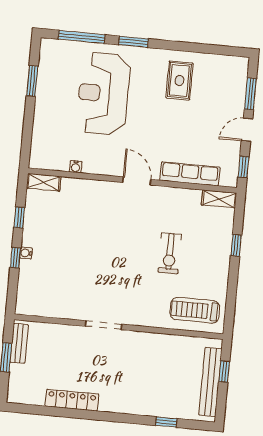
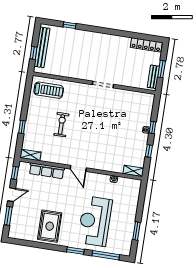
rug: (179, 81) -> (50, 226), width x1.36, depth x1.43
reception desk: (103, 94) -> (95, 221), turned 180
locker: (72, 400) -> (146, 45), moved

